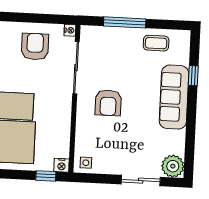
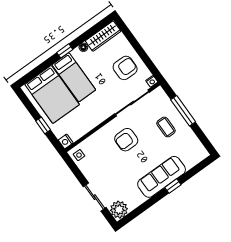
coffee table: (156, 43) -> (166, 127), moved
window: (193, 76) -> (173, 186), moved
window: (46, 176) -> (43, 125), moved

